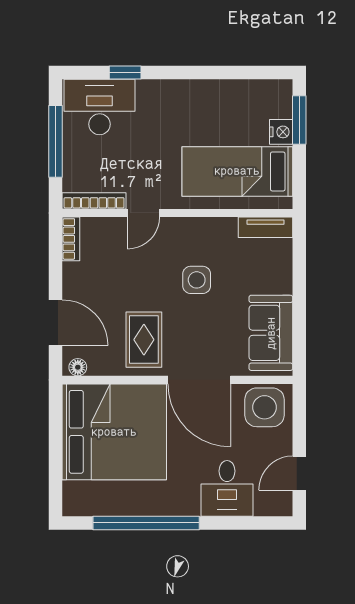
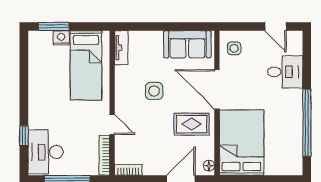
door: (199, 380) -> (217, 89), swing flipped
side table: (264, 407) -> (234, 48), width x0.54, depth x0.54
bed: (114, 432) -> (242, 143), width x0.73

